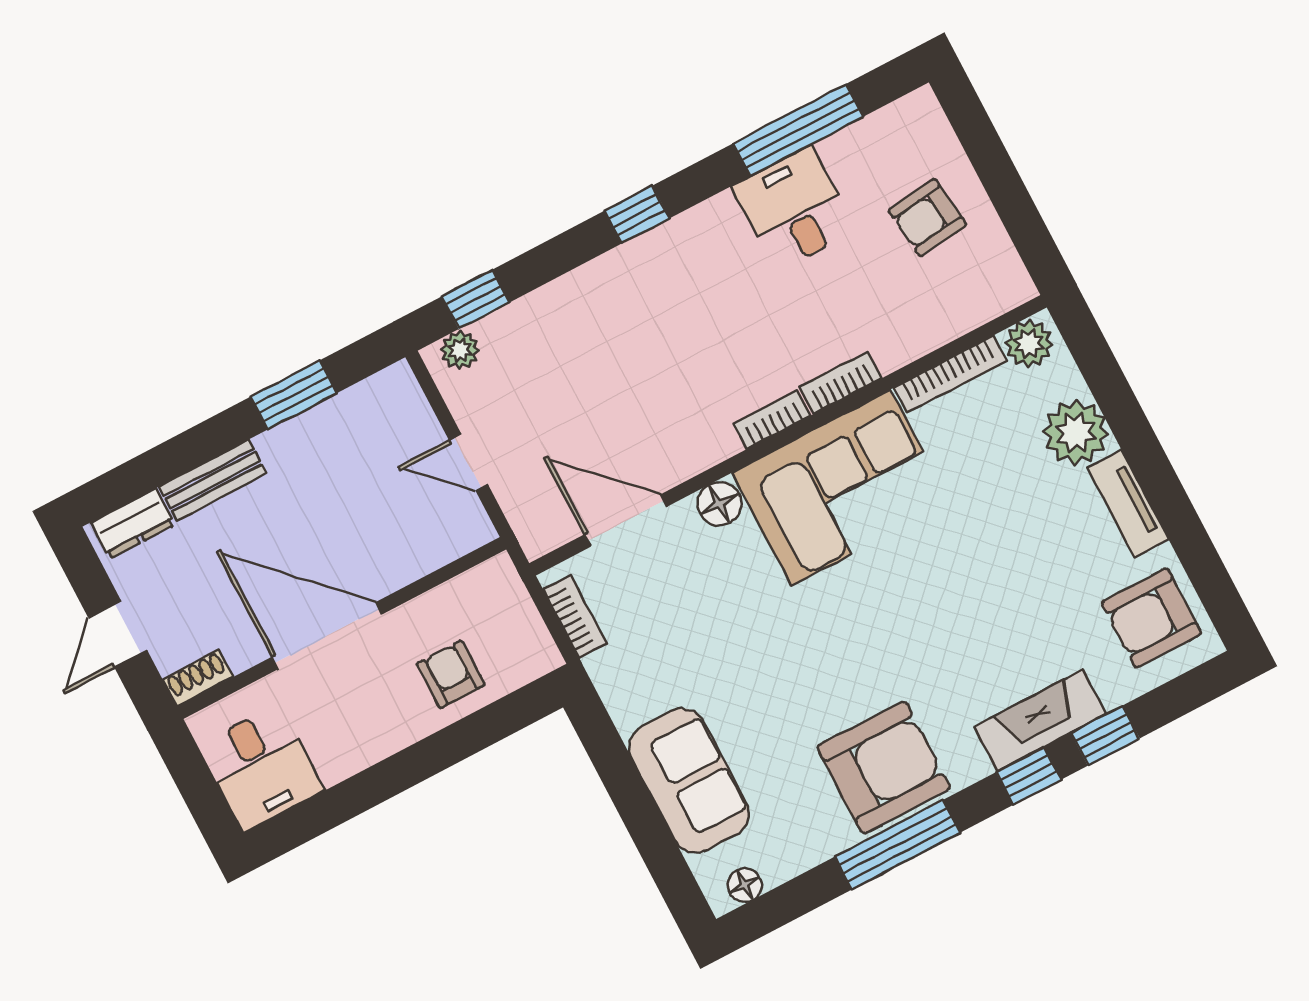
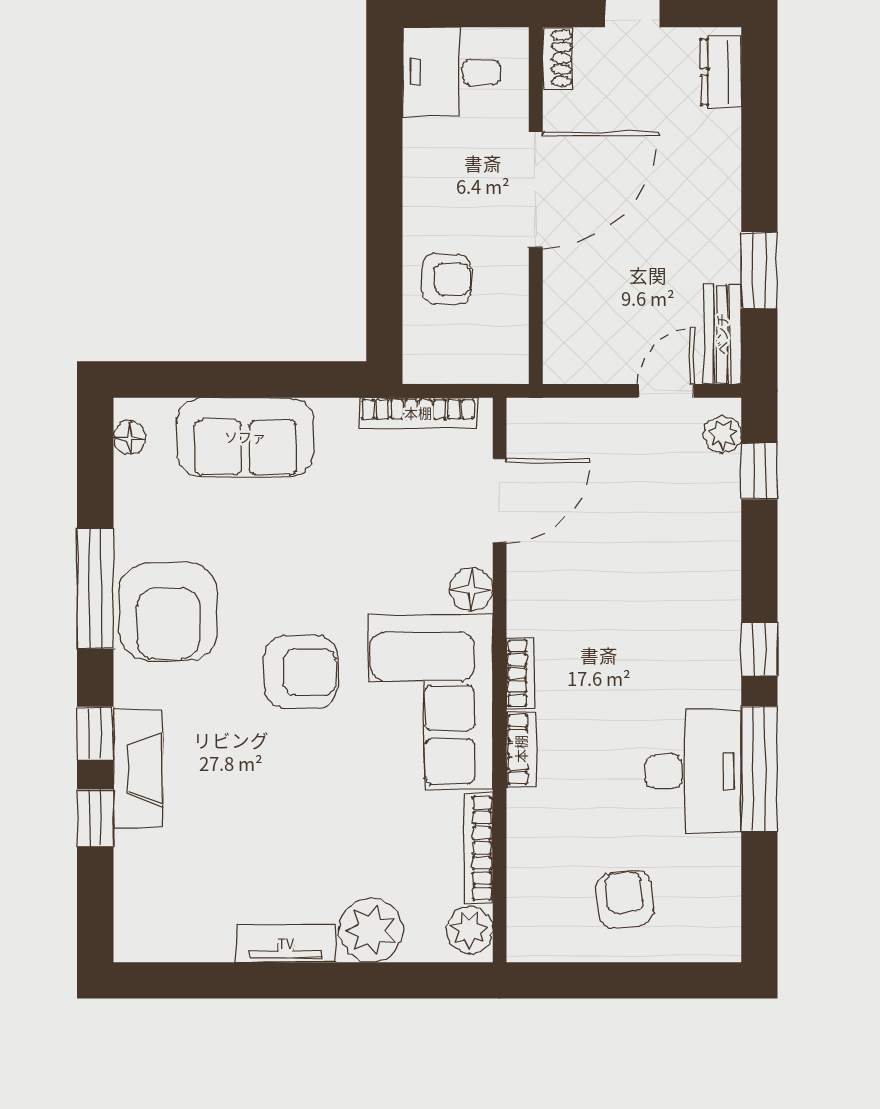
window: (798, 130) -> (759, 769), moved
desk: (794, 209) -> (693, 771), width x1.37
door: (468, 462) -> (666, 391), moved
bench: (213, 480) -> (722, 334), moved
bookcase: (575, 617) -> (418, 413), width x1.56
armchair: (1151, 618) -> (301, 672), moved, turned 90

